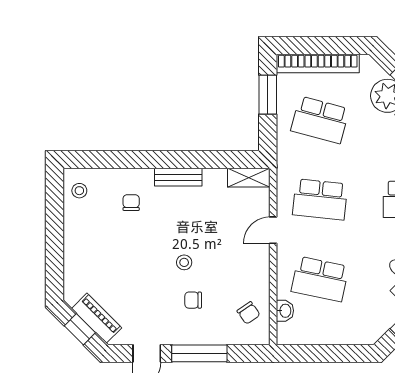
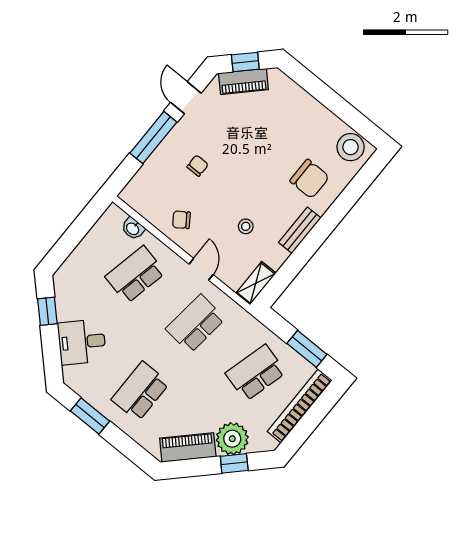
stool: (79, 191) -> (351, 147), width x1.89, depth x1.89
chair: (131, 203) -> (310, 179), width x1.87, depth x1.87
stool: (184, 262) -> (246, 226), moved
chair: (249, 313) -> (181, 220), moved

